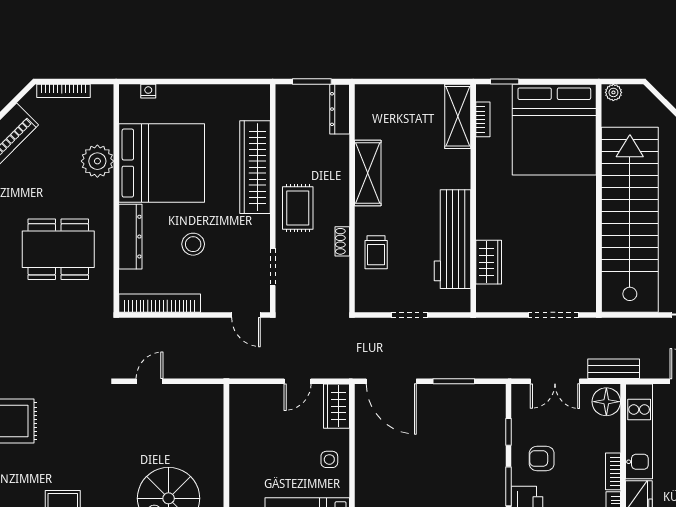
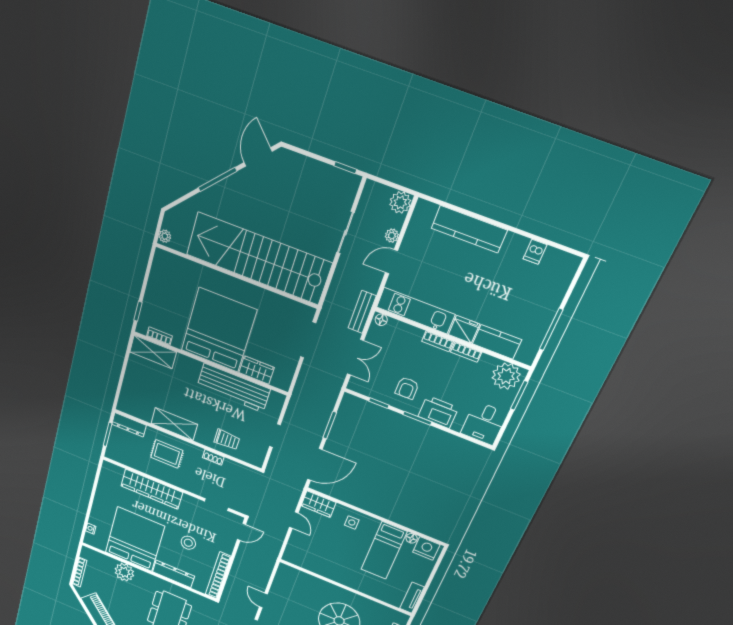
bed: (554, 130) -> (219, 330), moved, turned -90
rug: (298, 208) -> (167, 454), moved
floor lamp: (606, 402) -> (381, 320), width x0.53, depth x0.53

